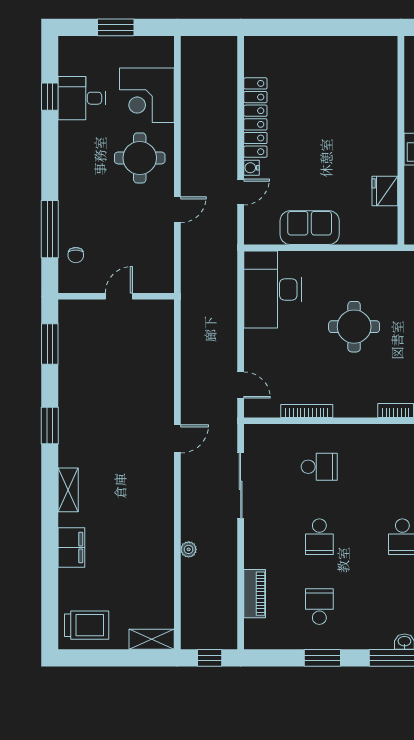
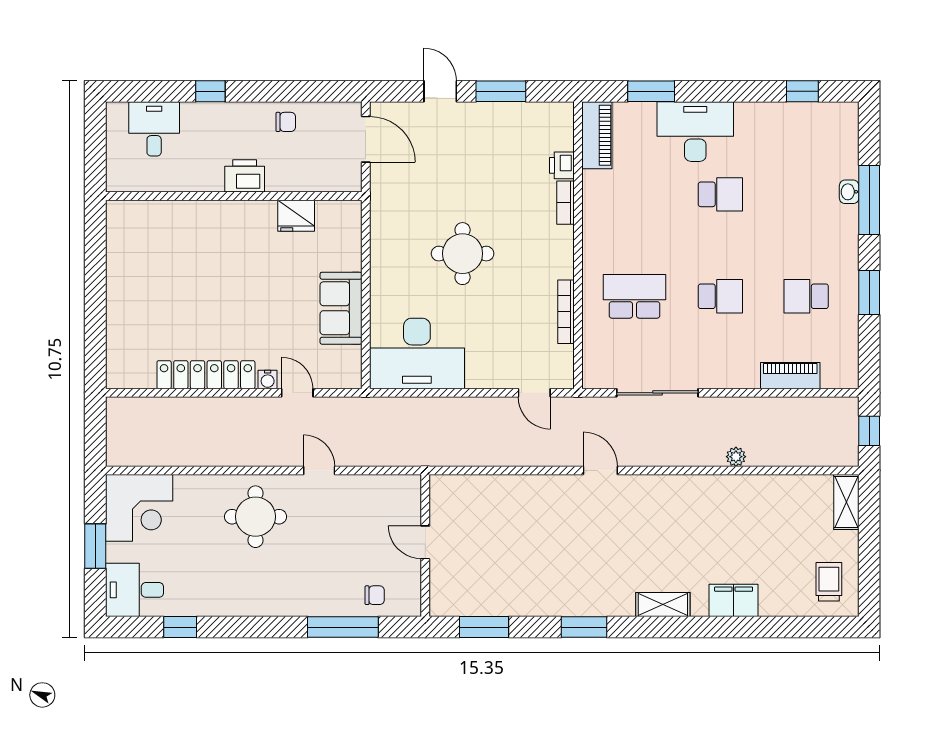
corner desk: (147, 95) -> (139, 508), moved
desk: (82, 98) -> (135, 590), moved, turned 90
door: (241, 385) -> (534, 393), swing flipped
school desk: (319, 467) -> (634, 296), width x1.85
trolley: (87, 625) -> (829, 582), width x0.73, depth x0.72

